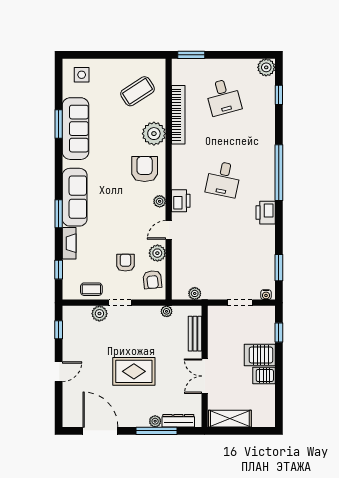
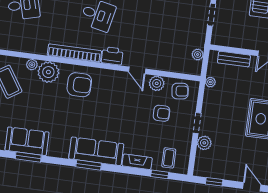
bookcase: (178, 115) -> (74, 53), moved
sofa: (76, 129) -> (27, 141), width x0.73
armchair: (145, 169) -> (79, 85), turned 180
plant: (160, 201) -> (32, 65), moved
window: (59, 214) -> (89, 165), moved
armchair: (125, 263) -> (161, 113), turned 180
coffee table: (91, 289) -> (169, 158), moved

